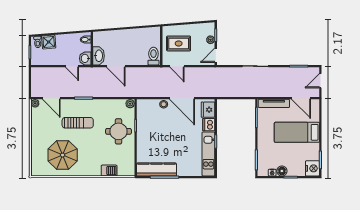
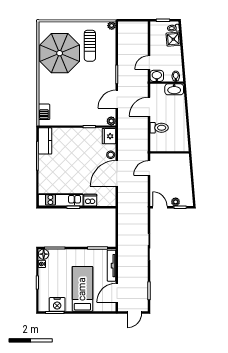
rug: (179, 43) -> (172, 170), removed
washbasin: (99, 56) -> (174, 89), moved
toilet: (153, 56) -> (159, 128), moved
door: (320, 81) -> (134, 312), swing flipped
door: (51, 98) -> (117, 99), moved
fridge: (208, 110) -> (109, 136), moved, turned -90
sun lounger: (78, 123) -> (90, 46), moved
round table: (118, 131) -> (83, 109), removed
parasol: (63, 155) -> (60, 53), width x1.36, depth x1.36
nightstand: (312, 168) -> (57, 304), moved
kitchen counter: (156, 170) -> (45, 141), width x0.67
barbecue: (109, 171) -> (44, 112), moved
floor lamp: (282, 171) -> (44, 254), moved

